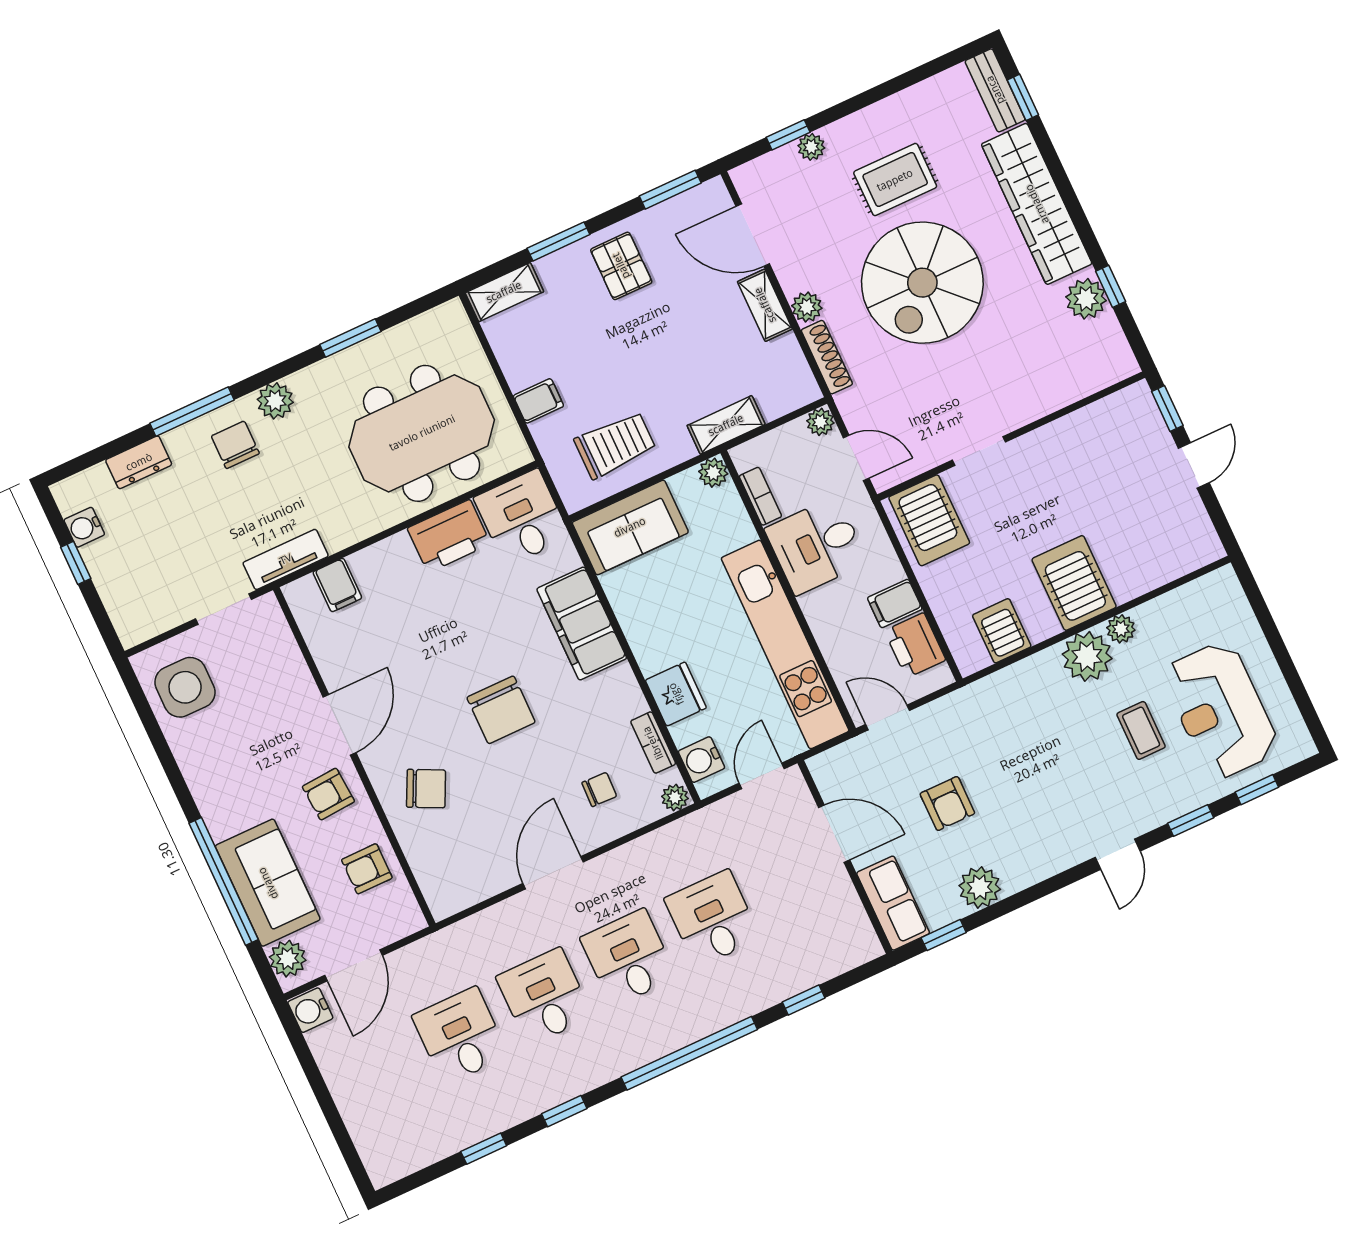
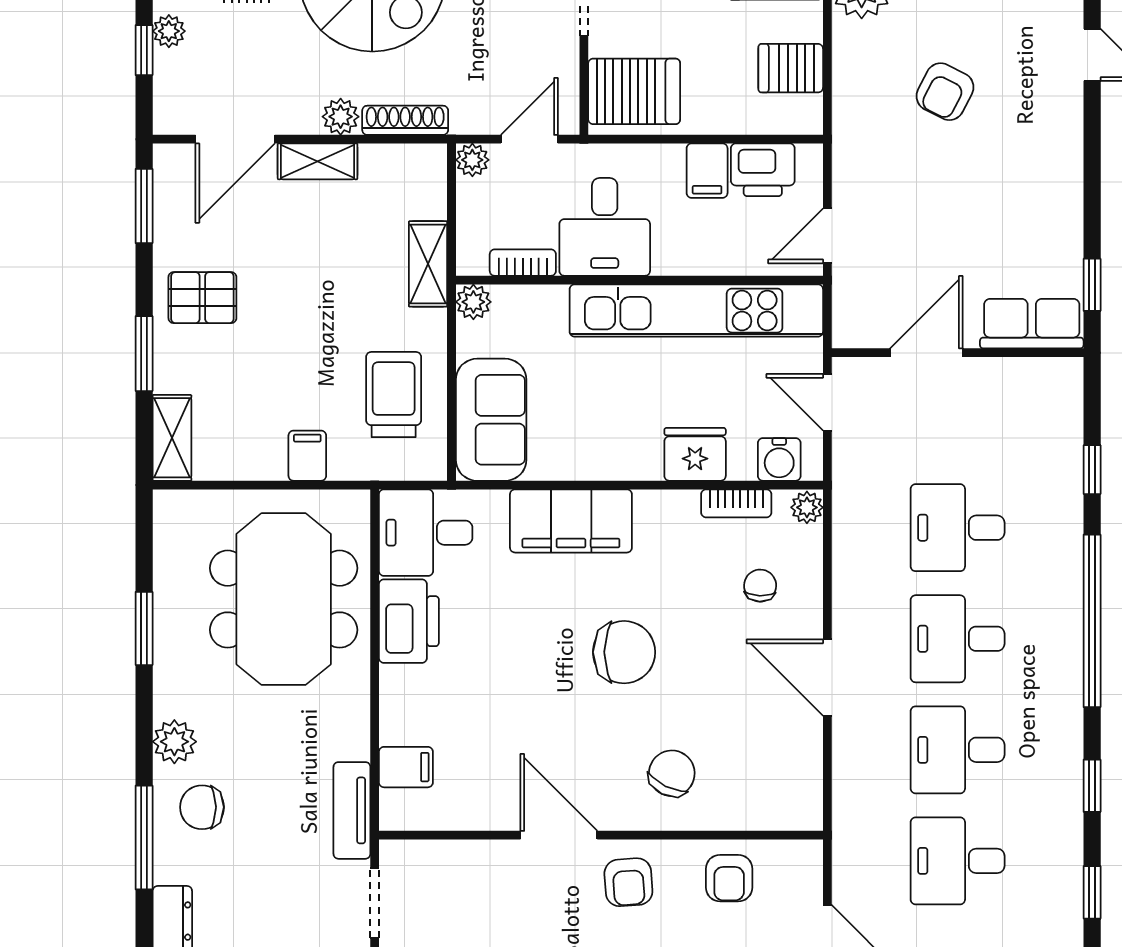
armchair: (947, 803) -> (945, 92), moved, turned 117
plant: (980, 887) -> (1058, 222), removed

